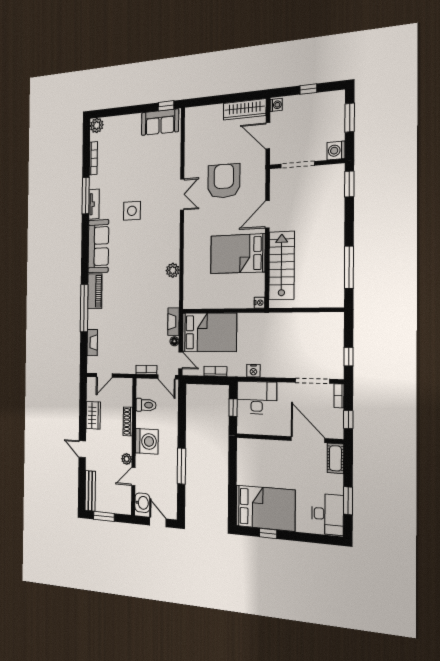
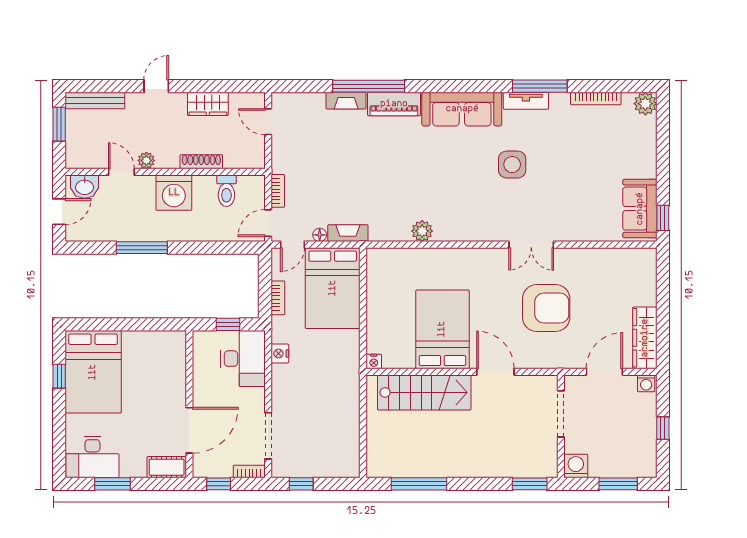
fireplace: (92, 342) -> (346, 101), moved

